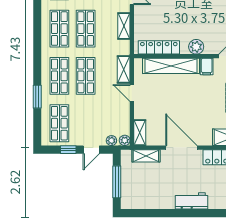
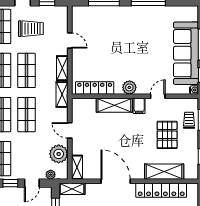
shelving: (171, 66) -> (114, 105), width x0.68
shelving: (124, 69) -> (62, 94), moved
plant: (125, 140) -> (59, 154), moved, width x1.87, depth x1.87
shelving: (146, 156) -> (72, 189), moved

